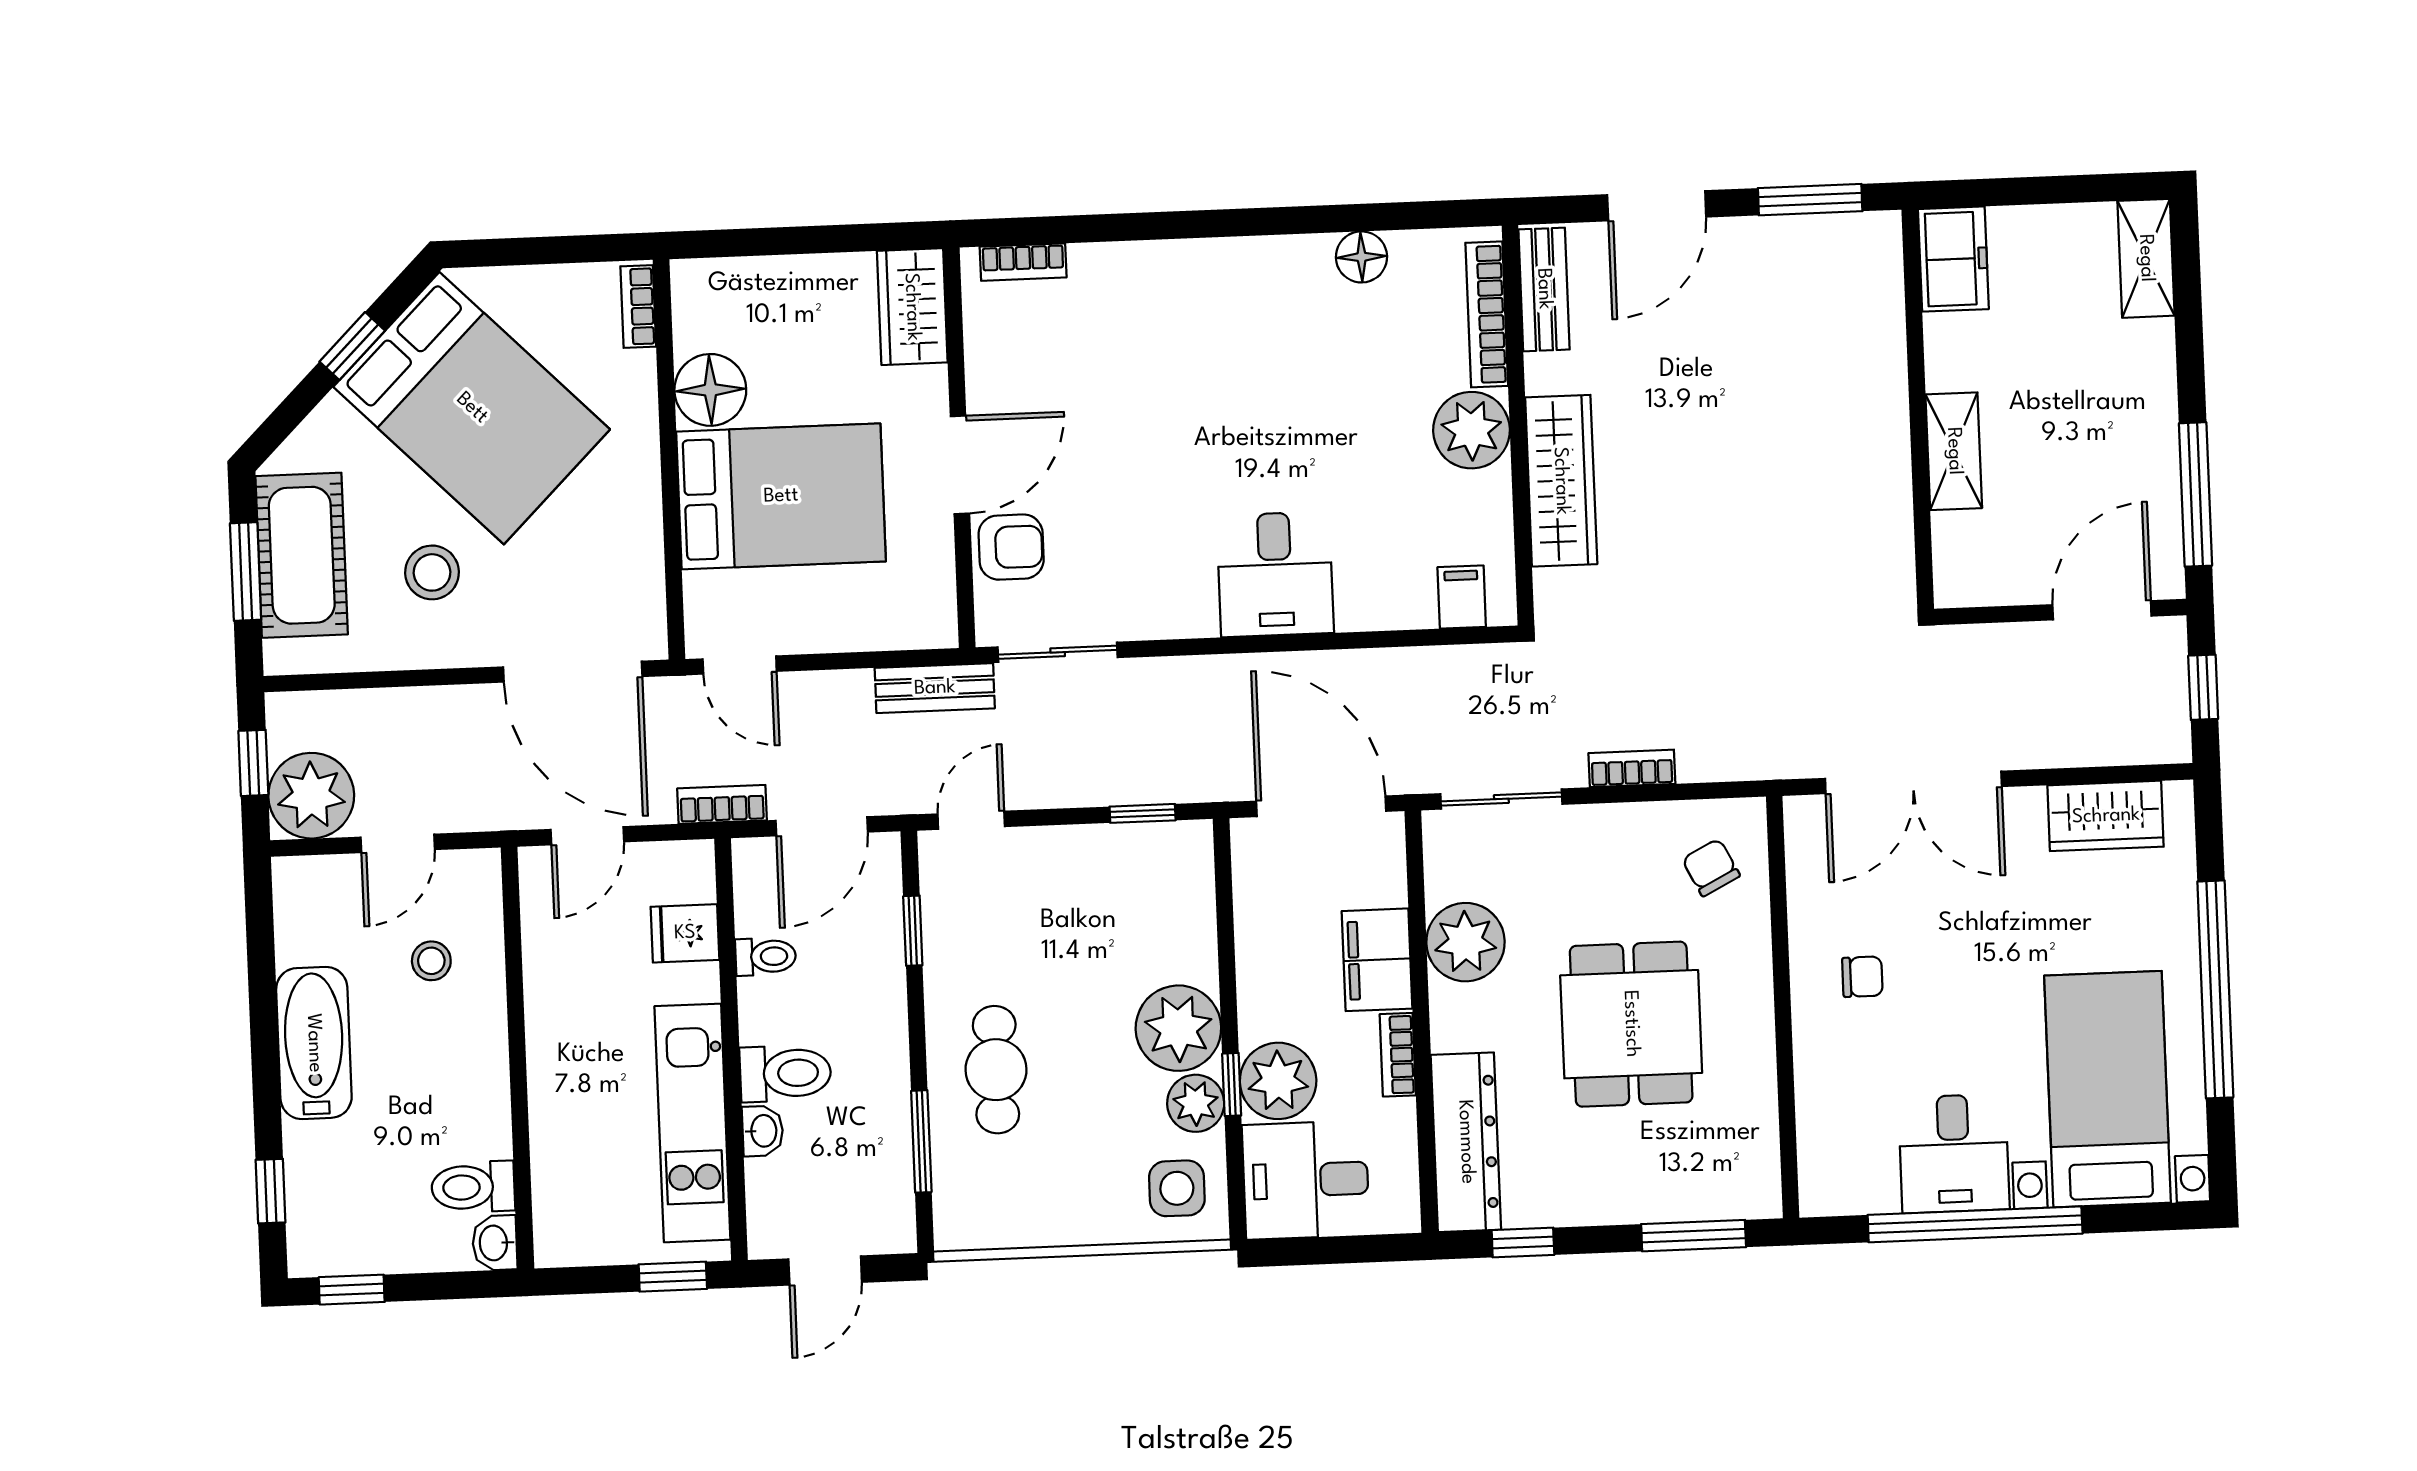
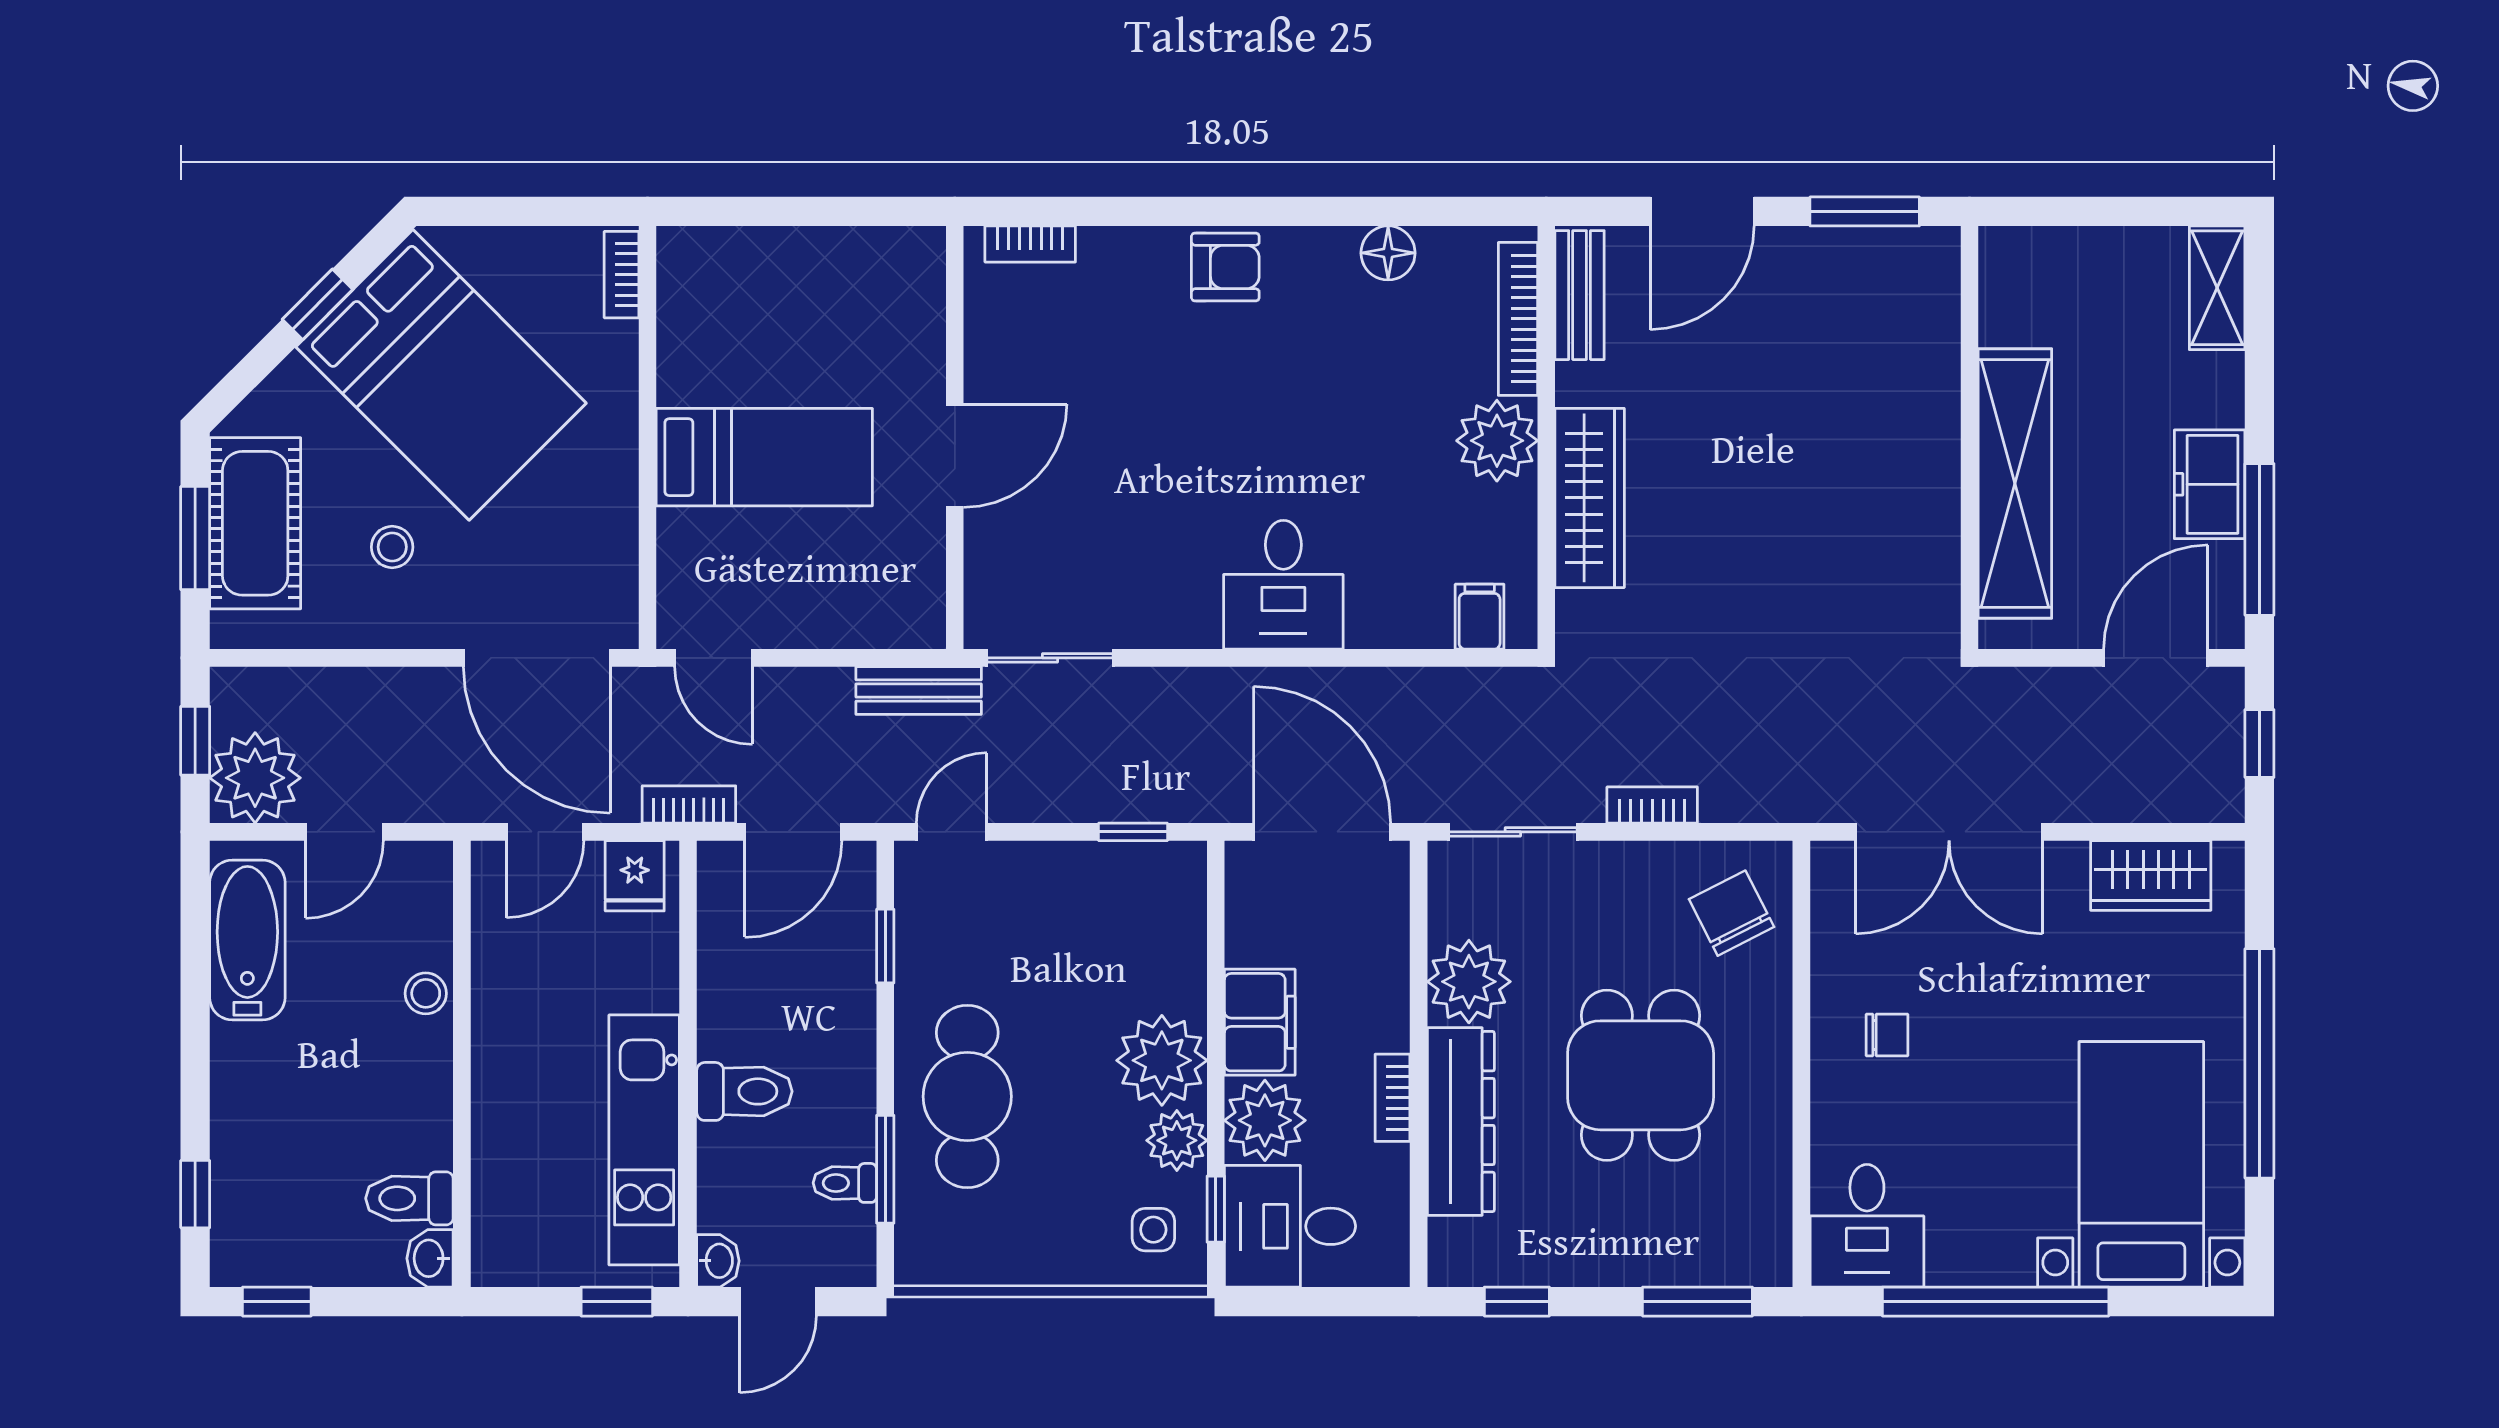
freezer: (1953, 259) -> (2210, 484), moved, turned 180
wardrobe: (912, 307) -> (911, 286), removed
floor lamp: (710, 390) -> (694, 366), removed
shelving: (1954, 451) -> (2015, 483), width x2.20, depth x1.33
bed: (781, 496) -> (764, 457), width x0.67
armchair: (1011, 547) -> (1225, 267), moved
stool: (432, 572) -> (392, 547), width x0.73, depth x0.73
chair: (1711, 867) -> (1731, 913), width x1.37, depth x1.37
fridge: (685, 933) -> (635, 876), moved, turned -90
toilet: (766, 957) -> (845, 1183), moved, turned 180
filing cabinet: (1377, 960) -> (1260, 1022), moved, turned 180
stool: (431, 961) -> (426, 993), moved
bathtub: (314, 1043) -> (247, 940), moved
cafe table: (996, 1070) -> (967, 1096), width x1.37, depth x1.35
window: (1232, 1085) -> (1216, 1209), moved
washbasin: (763, 1131) -> (718, 1261), moved
dresser: (1466, 1142) -> (1461, 1122), moved
desk: (1954, 1153) -> (1867, 1226), moved
side table: (1177, 1188) -> (1153, 1230), width x0.73, depth x0.73

